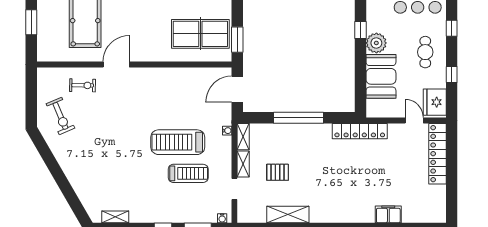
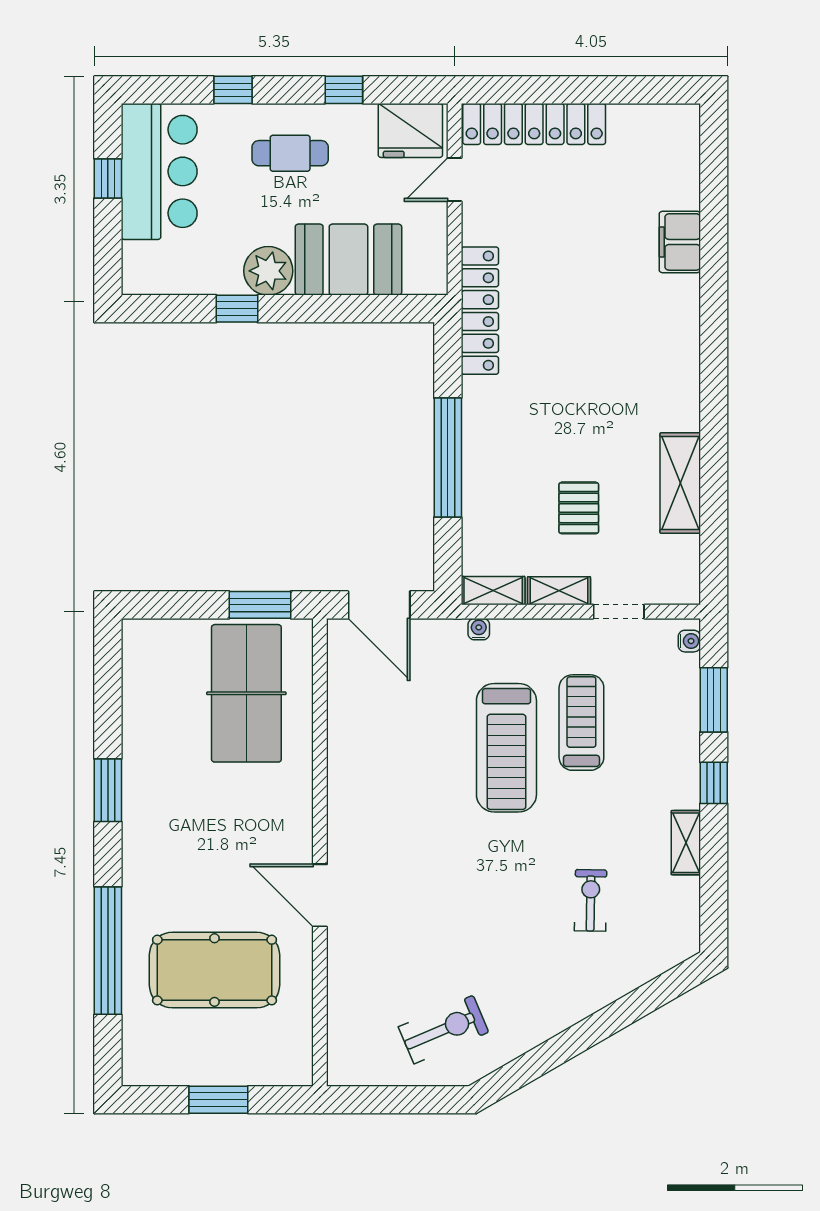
exercise bike: (83, 85) -> (591, 900), moved
shelving: (115, 217) -> (686, 843), moved

